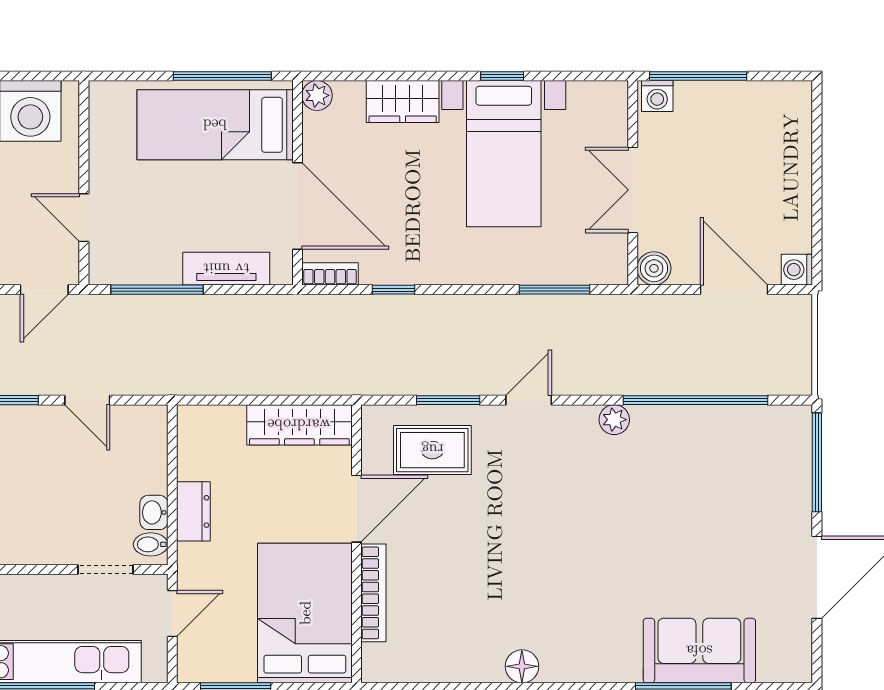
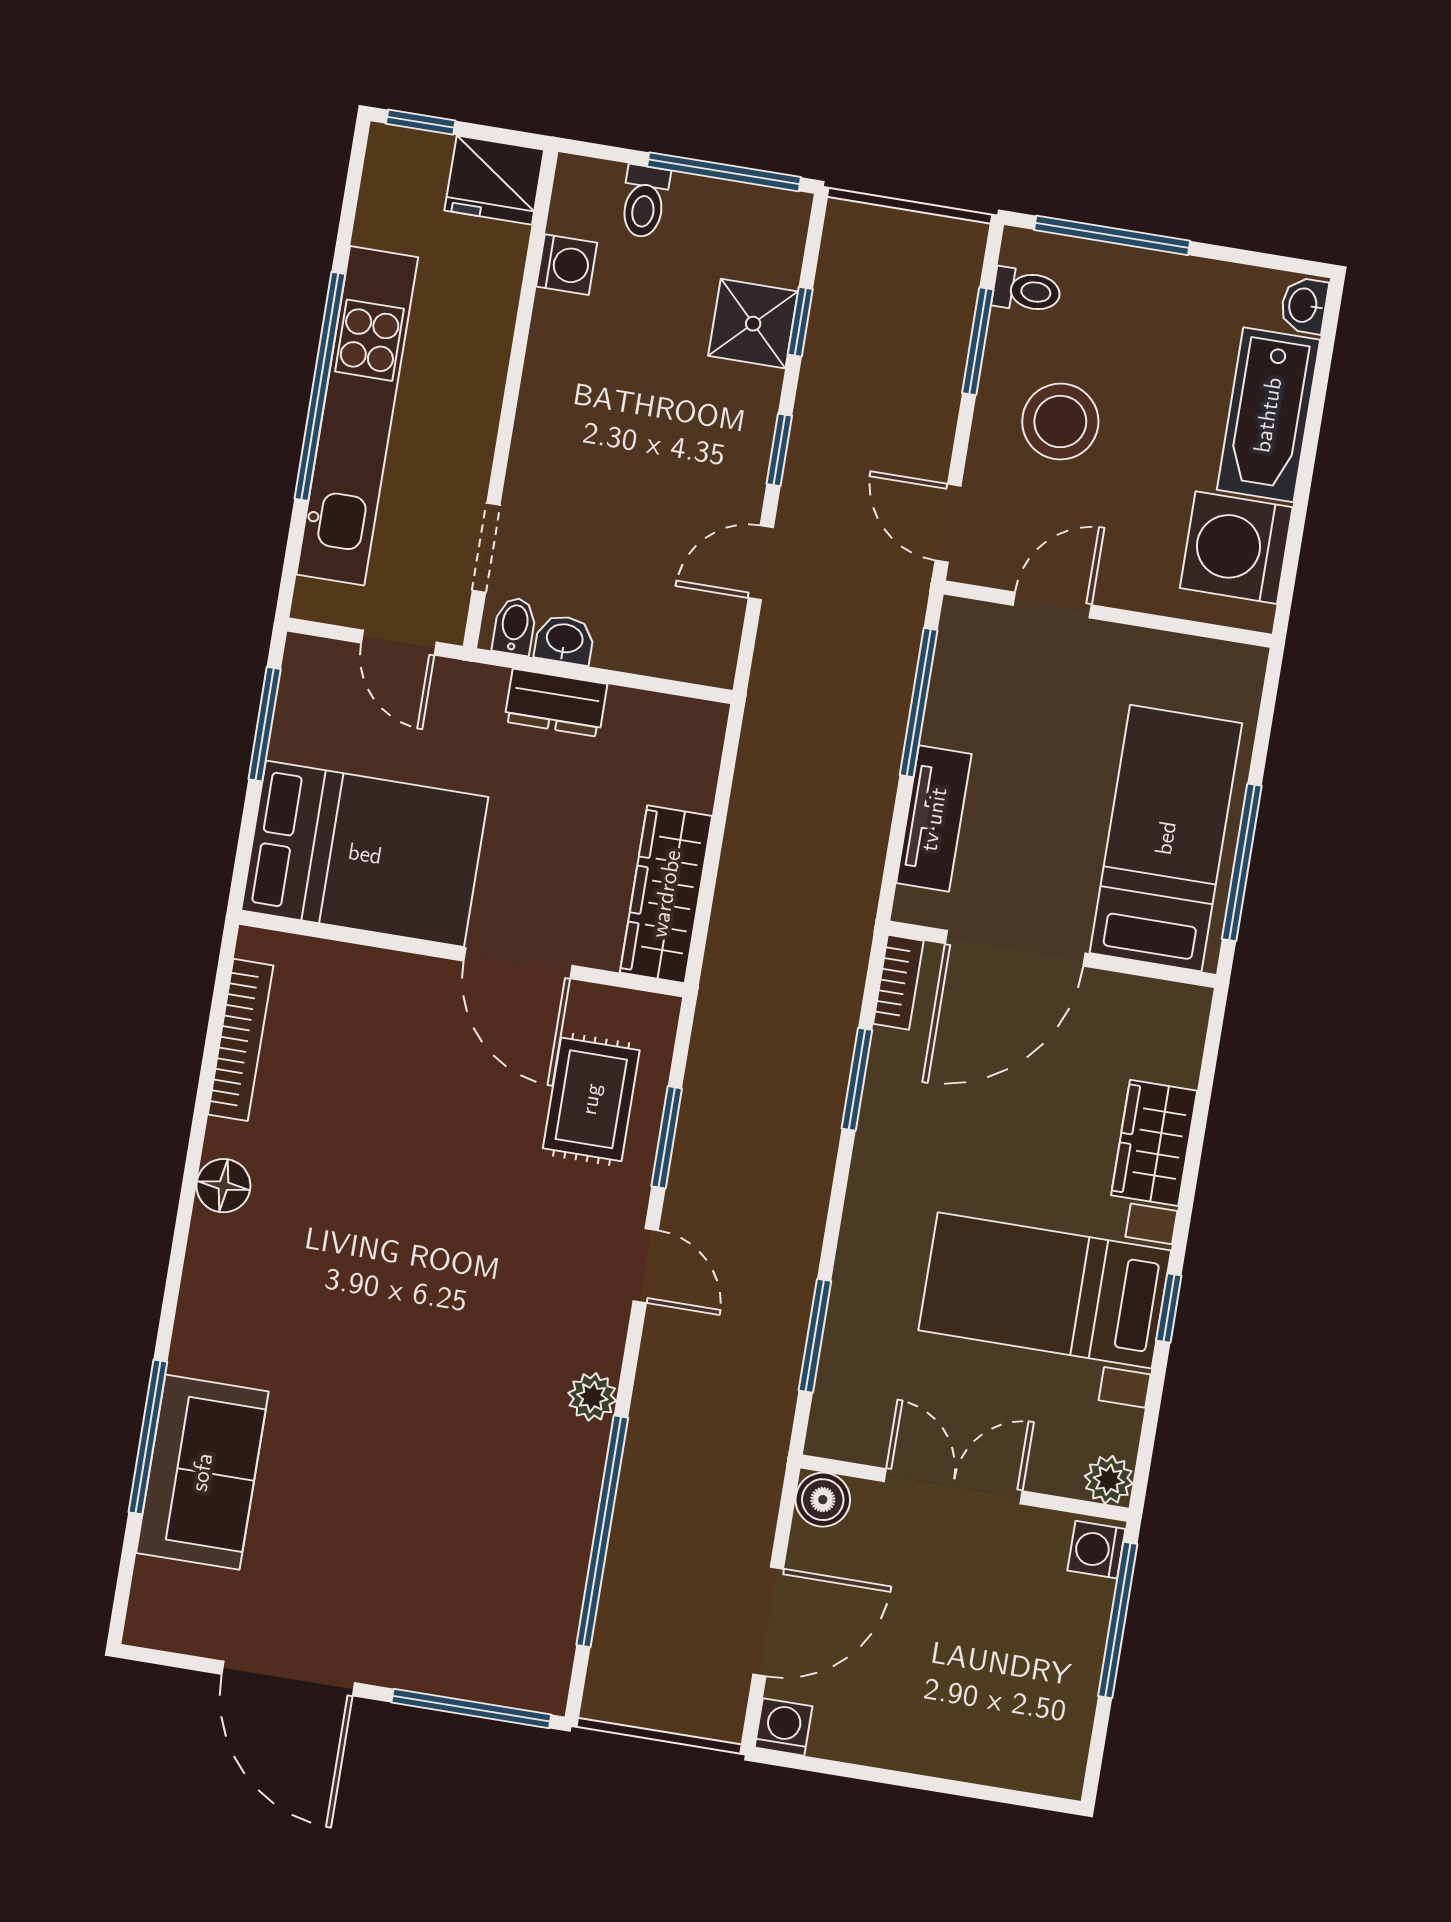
plant: (317, 95) -> (1109, 1480), moved
window: (393, 290) -> (857, 1079), width x1.50
bookcase: (373, 593) -> (241, 1040), moved, turned -90

